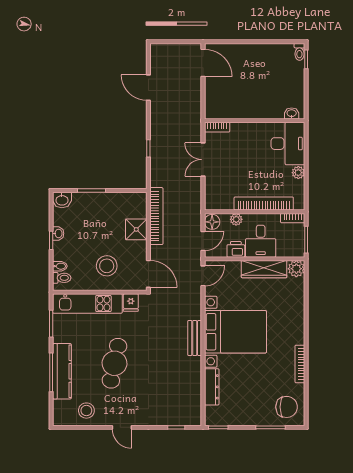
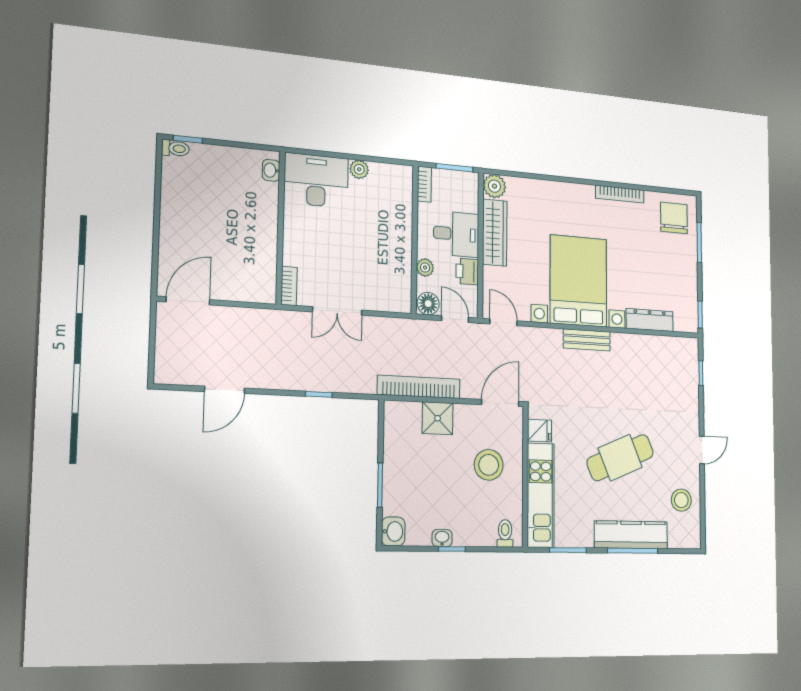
bookcase: (264, 204) -> (403, 225), removed
bidet: (60, 266) -> (489, 536), removed
cafe table: (114, 363) -> (620, 458), turned -35

